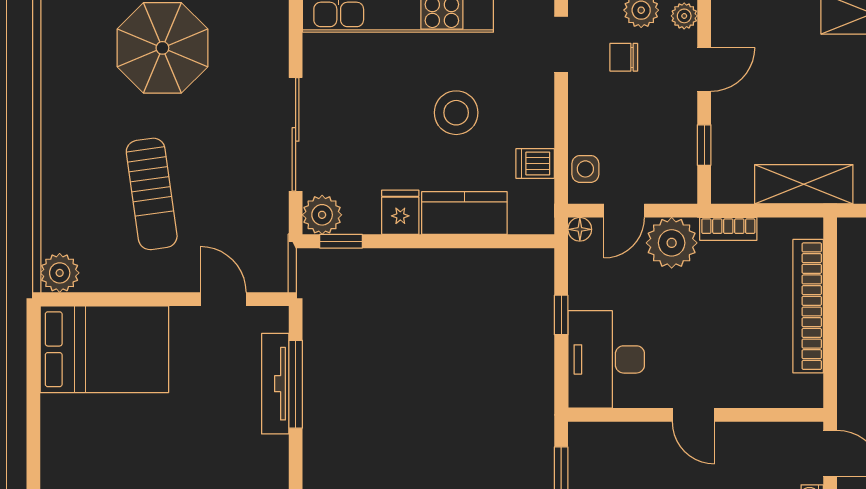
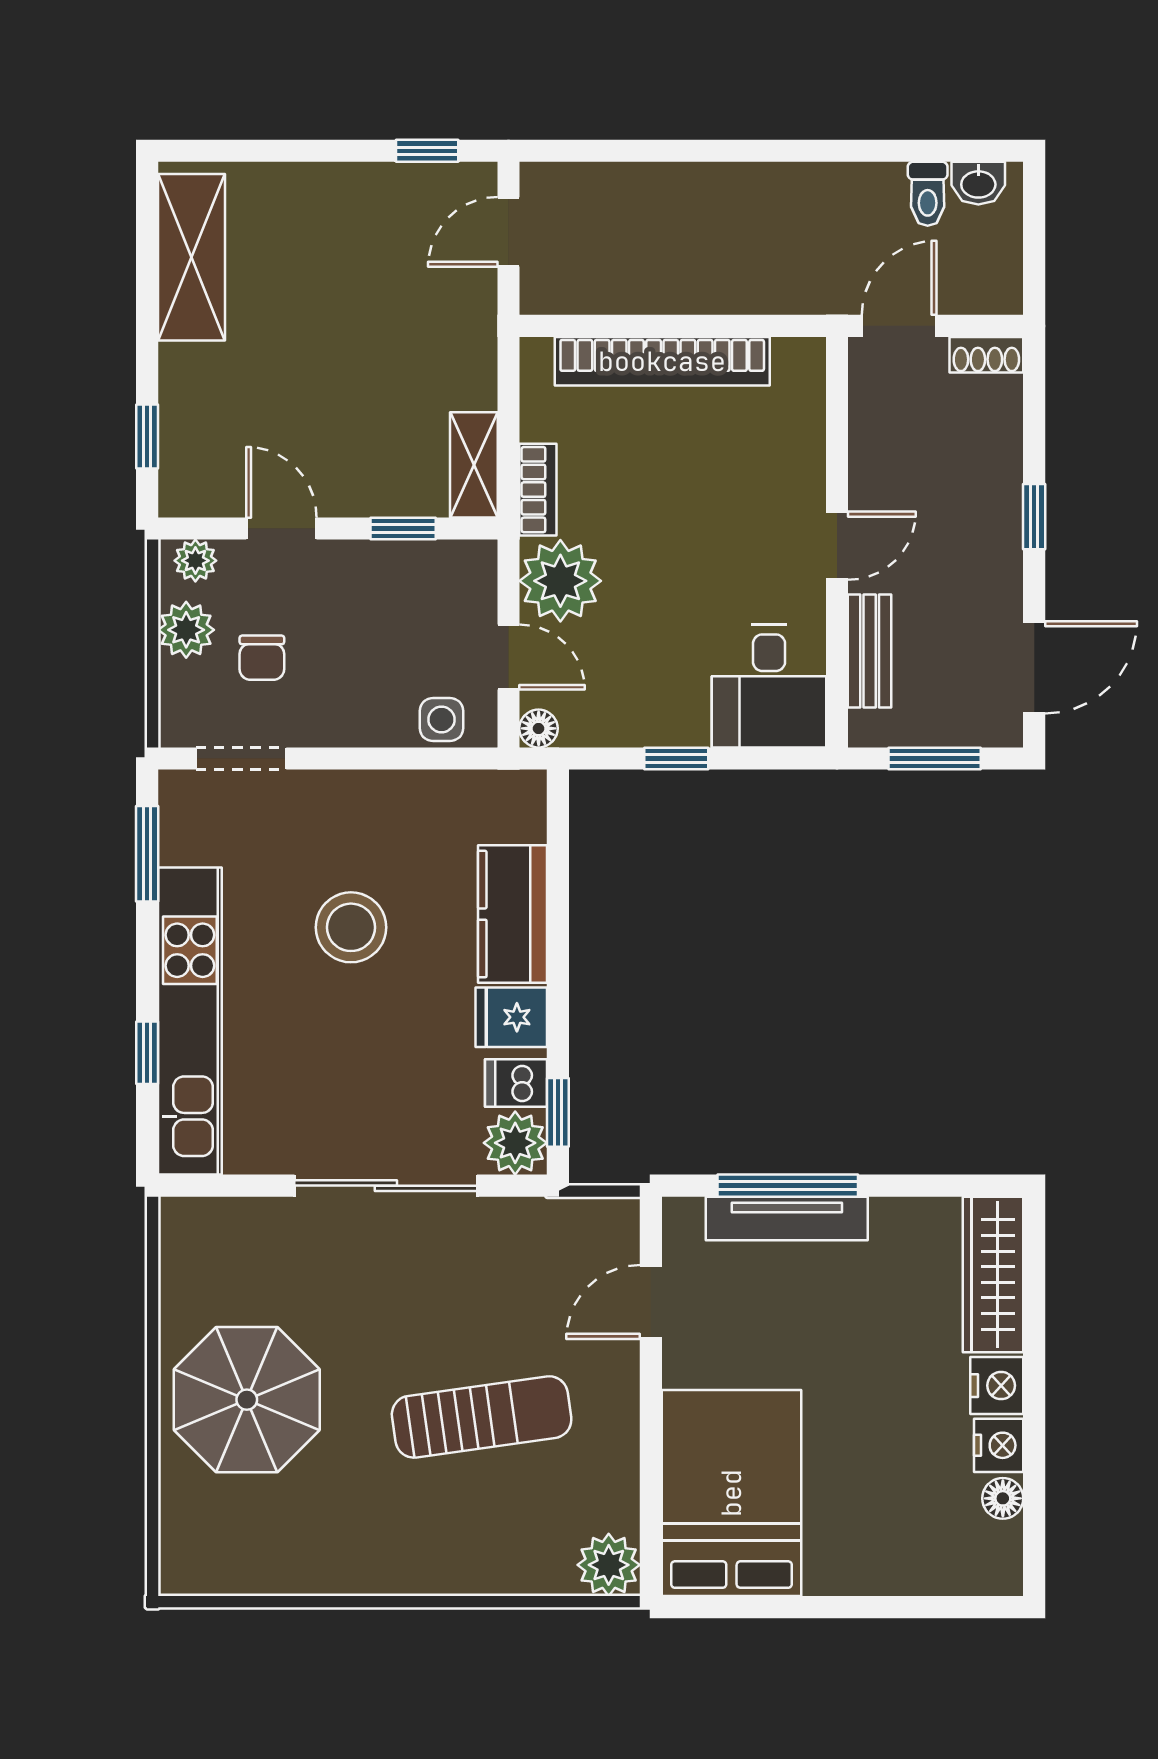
dishwasher: (535, 164) -> (516, 1083), moved, turned 90
shelving: (804, 184) -> (474, 465), moved, width x0.67, depth x0.75
desk: (606, 359) -> (769, 686), width x0.73
bench: (628, 435) -> (870, 651), added

